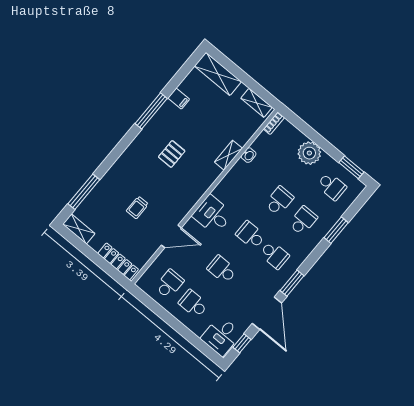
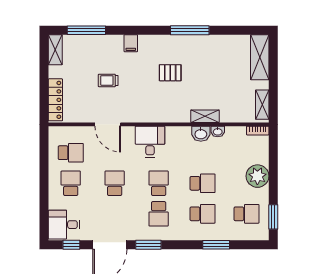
filing cabinet: (179, 99) -> (131, 43), moved
washbasin: (239, 170) -> (201, 134), added
school desk: (332, 186) -> (246, 214), turned -90

